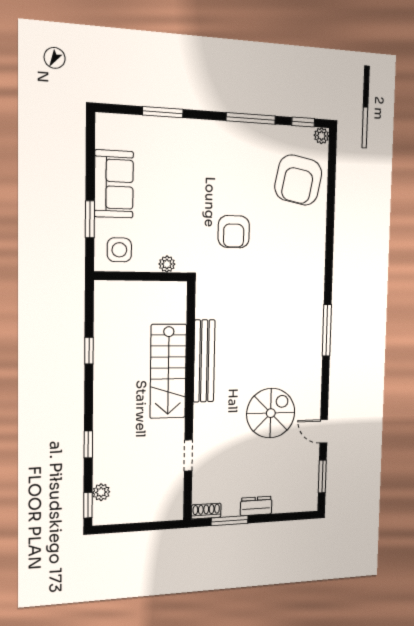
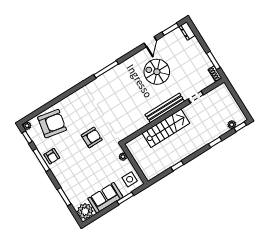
plant: (113, 131) -> (85, 211), added
armchair: (246, 141) -> (52, 156), added
bench: (204, 361) -> (165, 108), moved
dresser: (256, 506) -> (187, 31), moved

